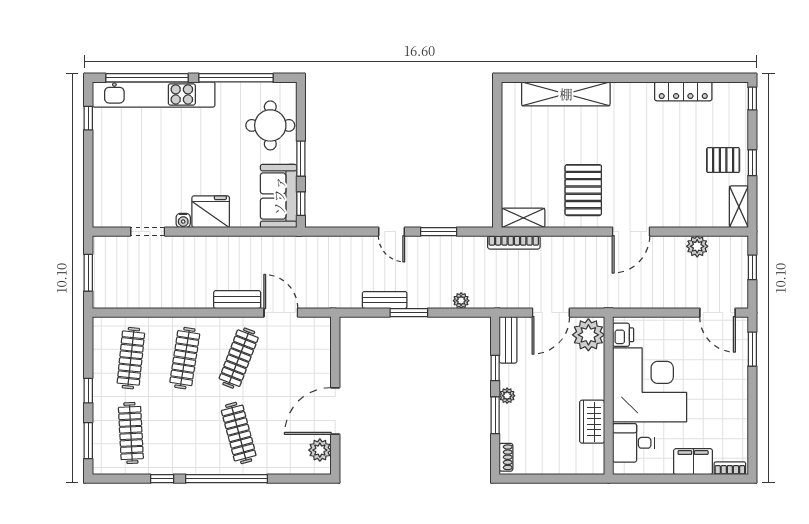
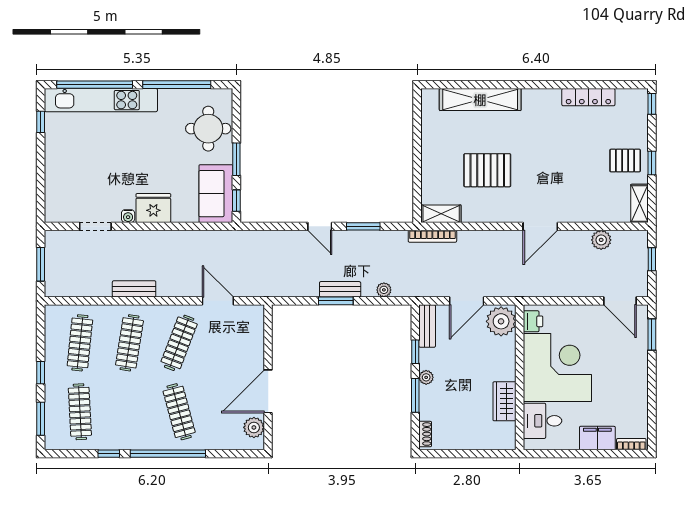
pallet: (583, 190) -> (487, 170), moved, turned 90
bench: (237, 300) -> (134, 289), moved
bench: (385, 300) -> (340, 289), moved

